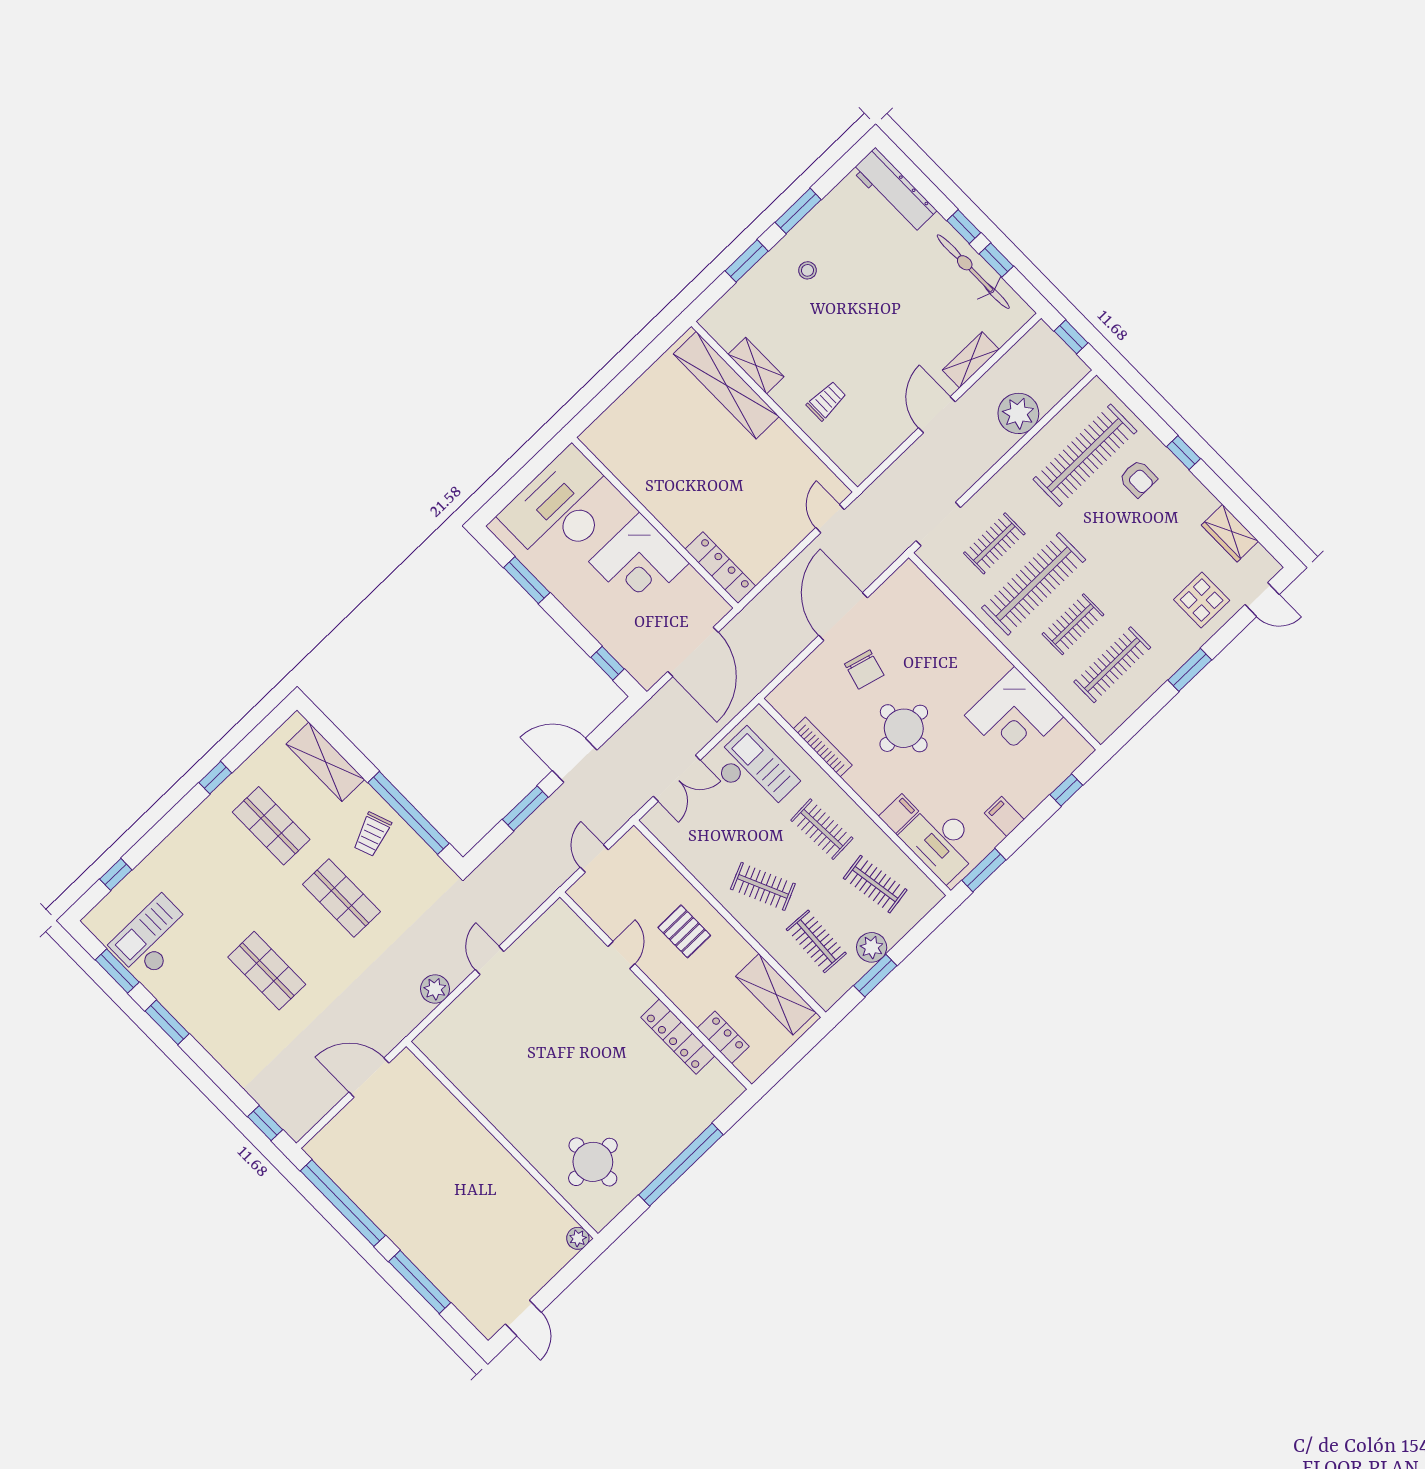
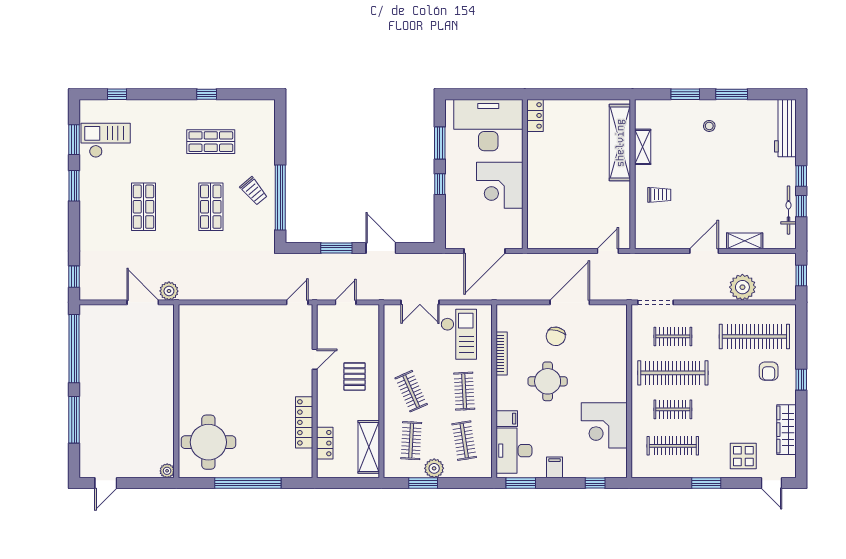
bicycle: (973, 272) -> (788, 210), width x0.73, depth x0.71
wardrobe: (1230, 533) -> (786, 430), width x1.50
locker: (720, 568) -> (535, 115), moved, width x0.66
window: (607, 663) -> (440, 184), moved
shelving: (325, 762) -> (265, 136), removed
shop shelf: (271, 826) -> (211, 142), turned 90
trolley: (372, 834) -> (254, 191), turned -110
door: (490, 960) -> (297, 302), moved
plant: (435, 989) -> (169, 291), moved
round table: (593, 1162) -> (208, 442), width x1.36, depth x1.36

